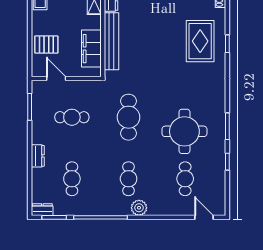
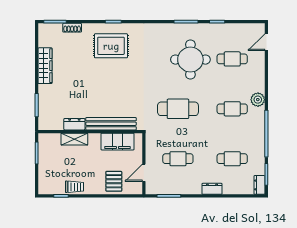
cafe table: (72, 117) -> (178, 159), turned 90

